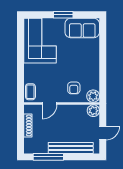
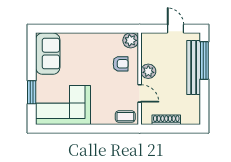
window: (63, 15) -> (32, 92), moved
plant: (93, 111) -> (148, 71), moved
window: (48, 157) -> (204, 60), moved

